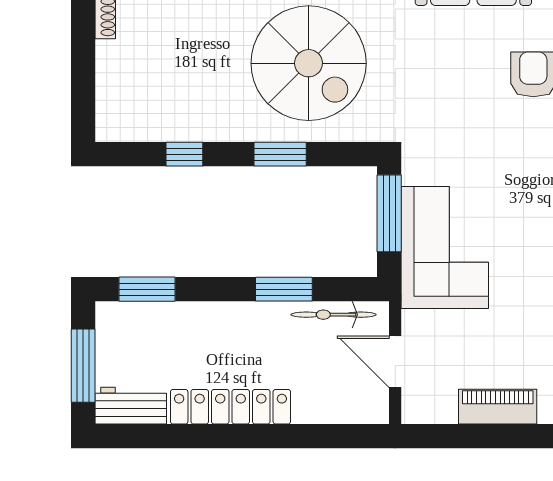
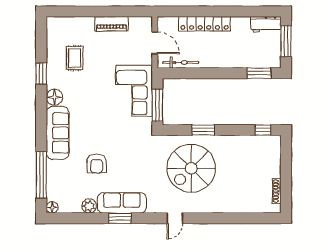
spiral stairs: (309, 63) -> (191, 168), turned -90
window: (184, 154) -> (263, 130), moved
window: (284, 289) -> (202, 73), removed
locker: (230, 407) -> (205, 24), moved

